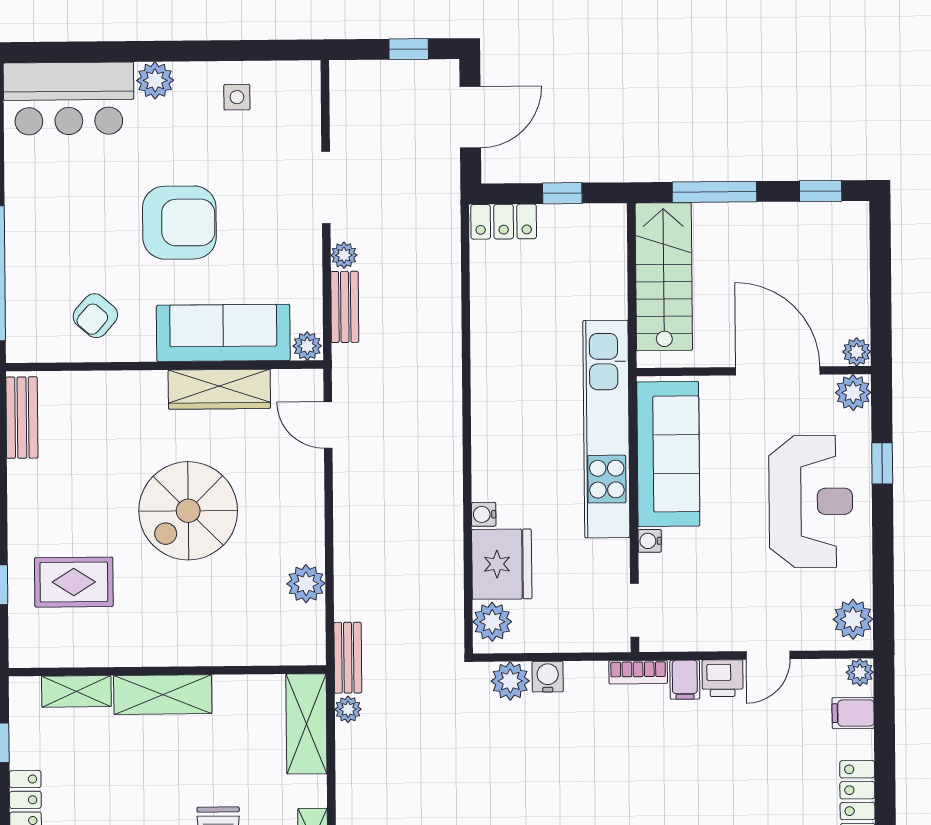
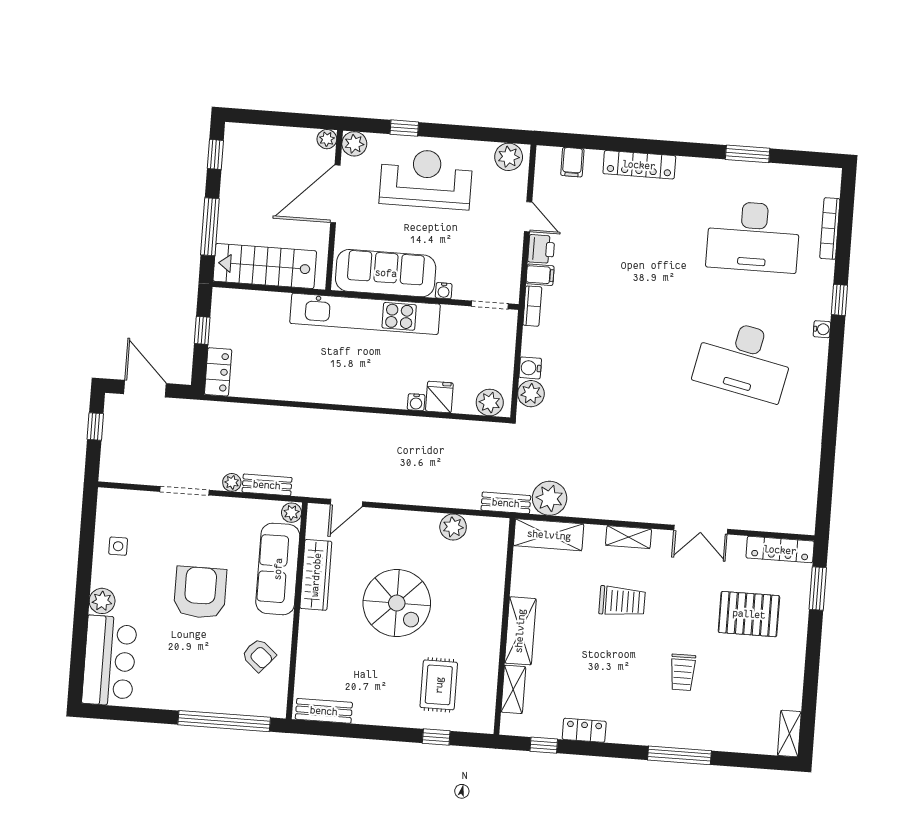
fridge: (502, 564) -> (439, 397), width x0.53, depth x0.75
plant: (860, 672) -> (545, 155), removed
plant: (348, 709) -> (550, 498), width x1.88, depth x1.88

